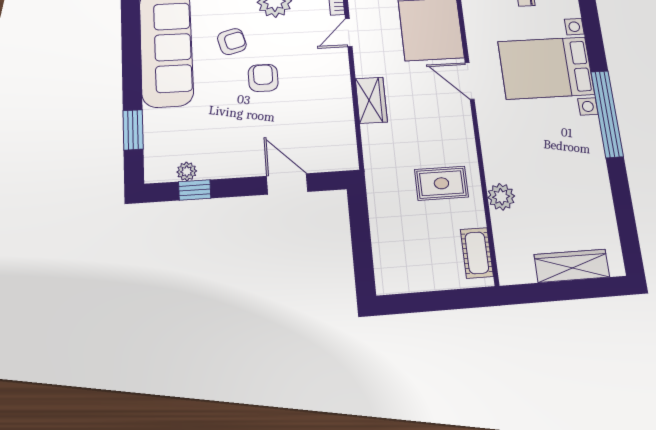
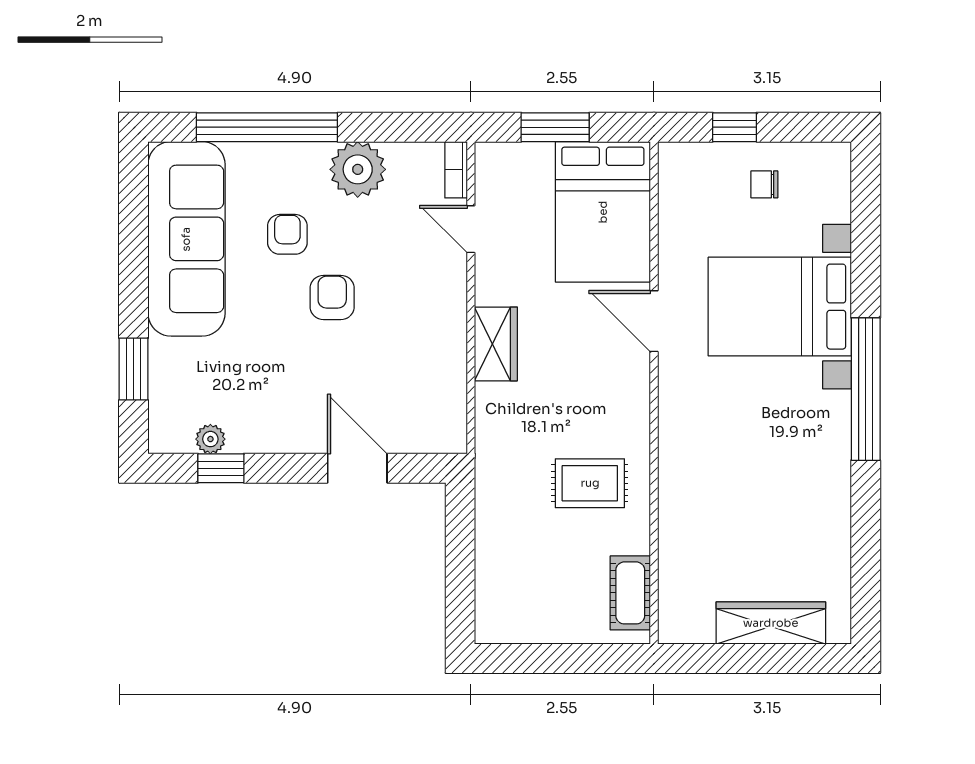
door: (349, 33) -> (471, 229), hinge flipped
armchair: (232, 42) -> (287, 234), turned -75
plant: (501, 197) -> (679, 510), removed

